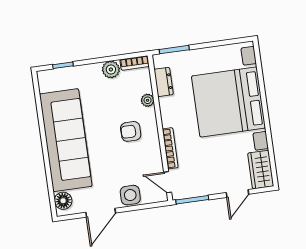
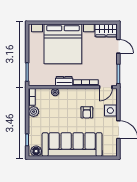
dresser: (164, 82) -> (64, 81), moved
armchair: (131, 131) -> (87, 112), moved
floor lamp: (63, 201) -> (36, 151), moved

